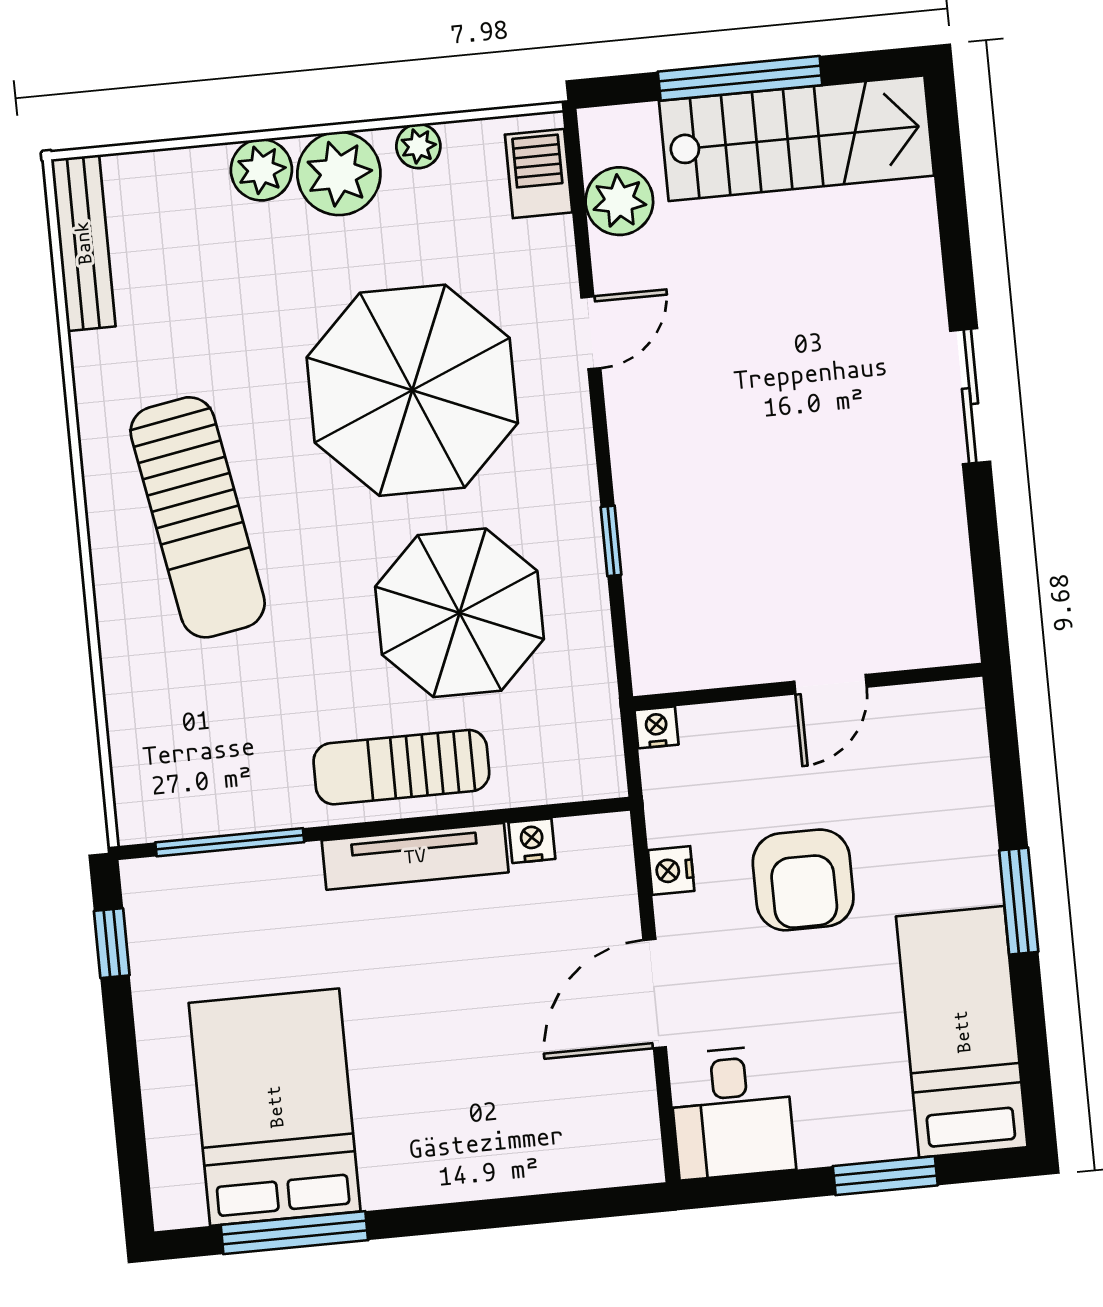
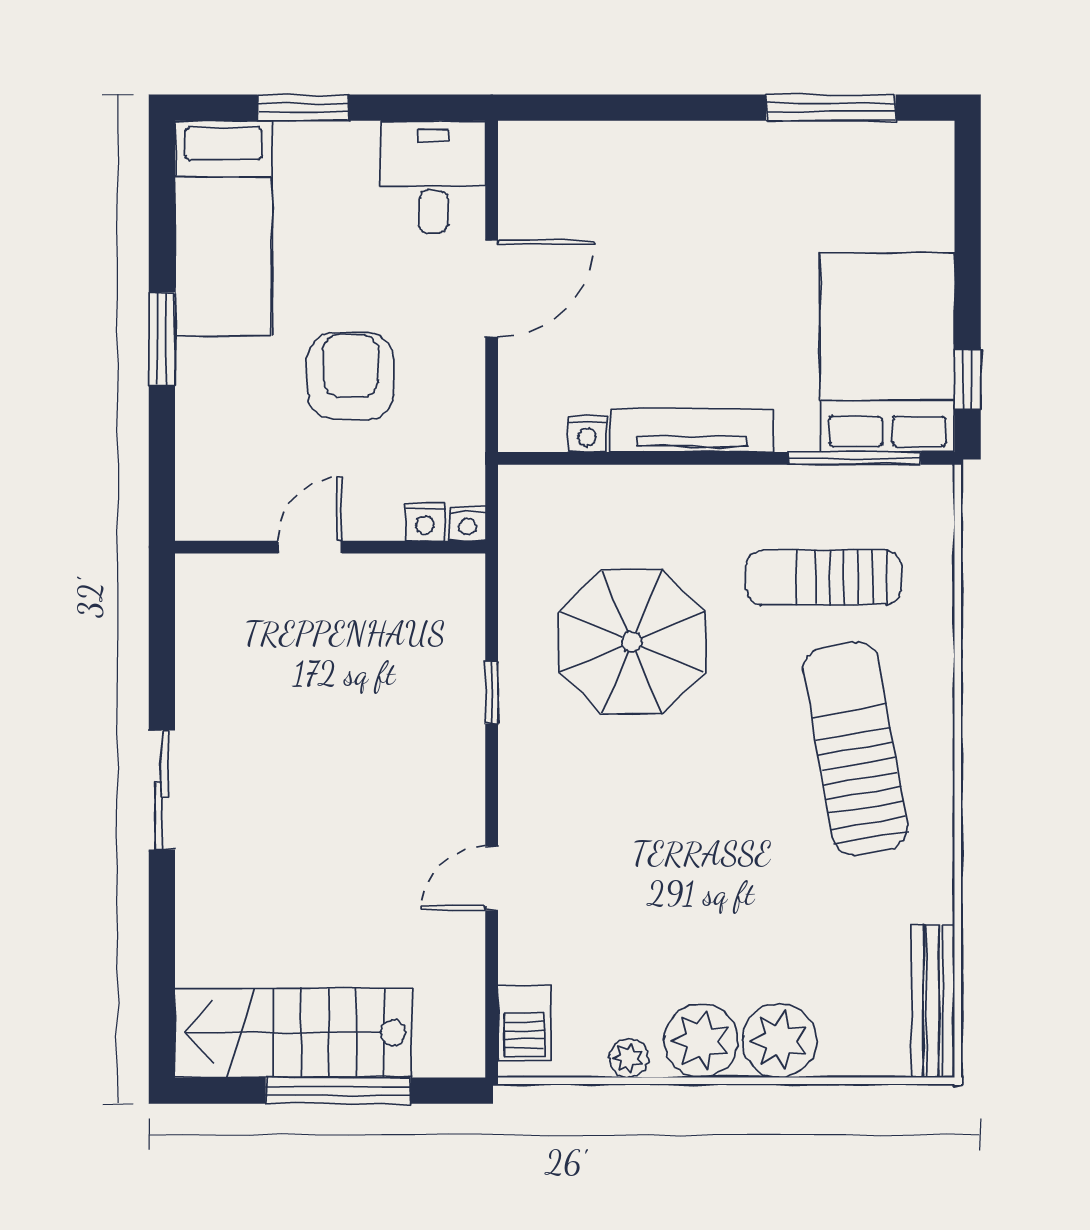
plant: (261, 170) -> (779, 1041), width x1.36, depth x1.36
plant: (619, 201) -> (455, 992), removed
parasol: (412, 390) -> (655, 843), removed
sun lounger: (401, 767) -> (824, 578), moved, turned 180
nightstand: (671, 870) -> (425, 522), moved, turned 90
bed: (275, 1107) -> (887, 353), moved, turned 180

